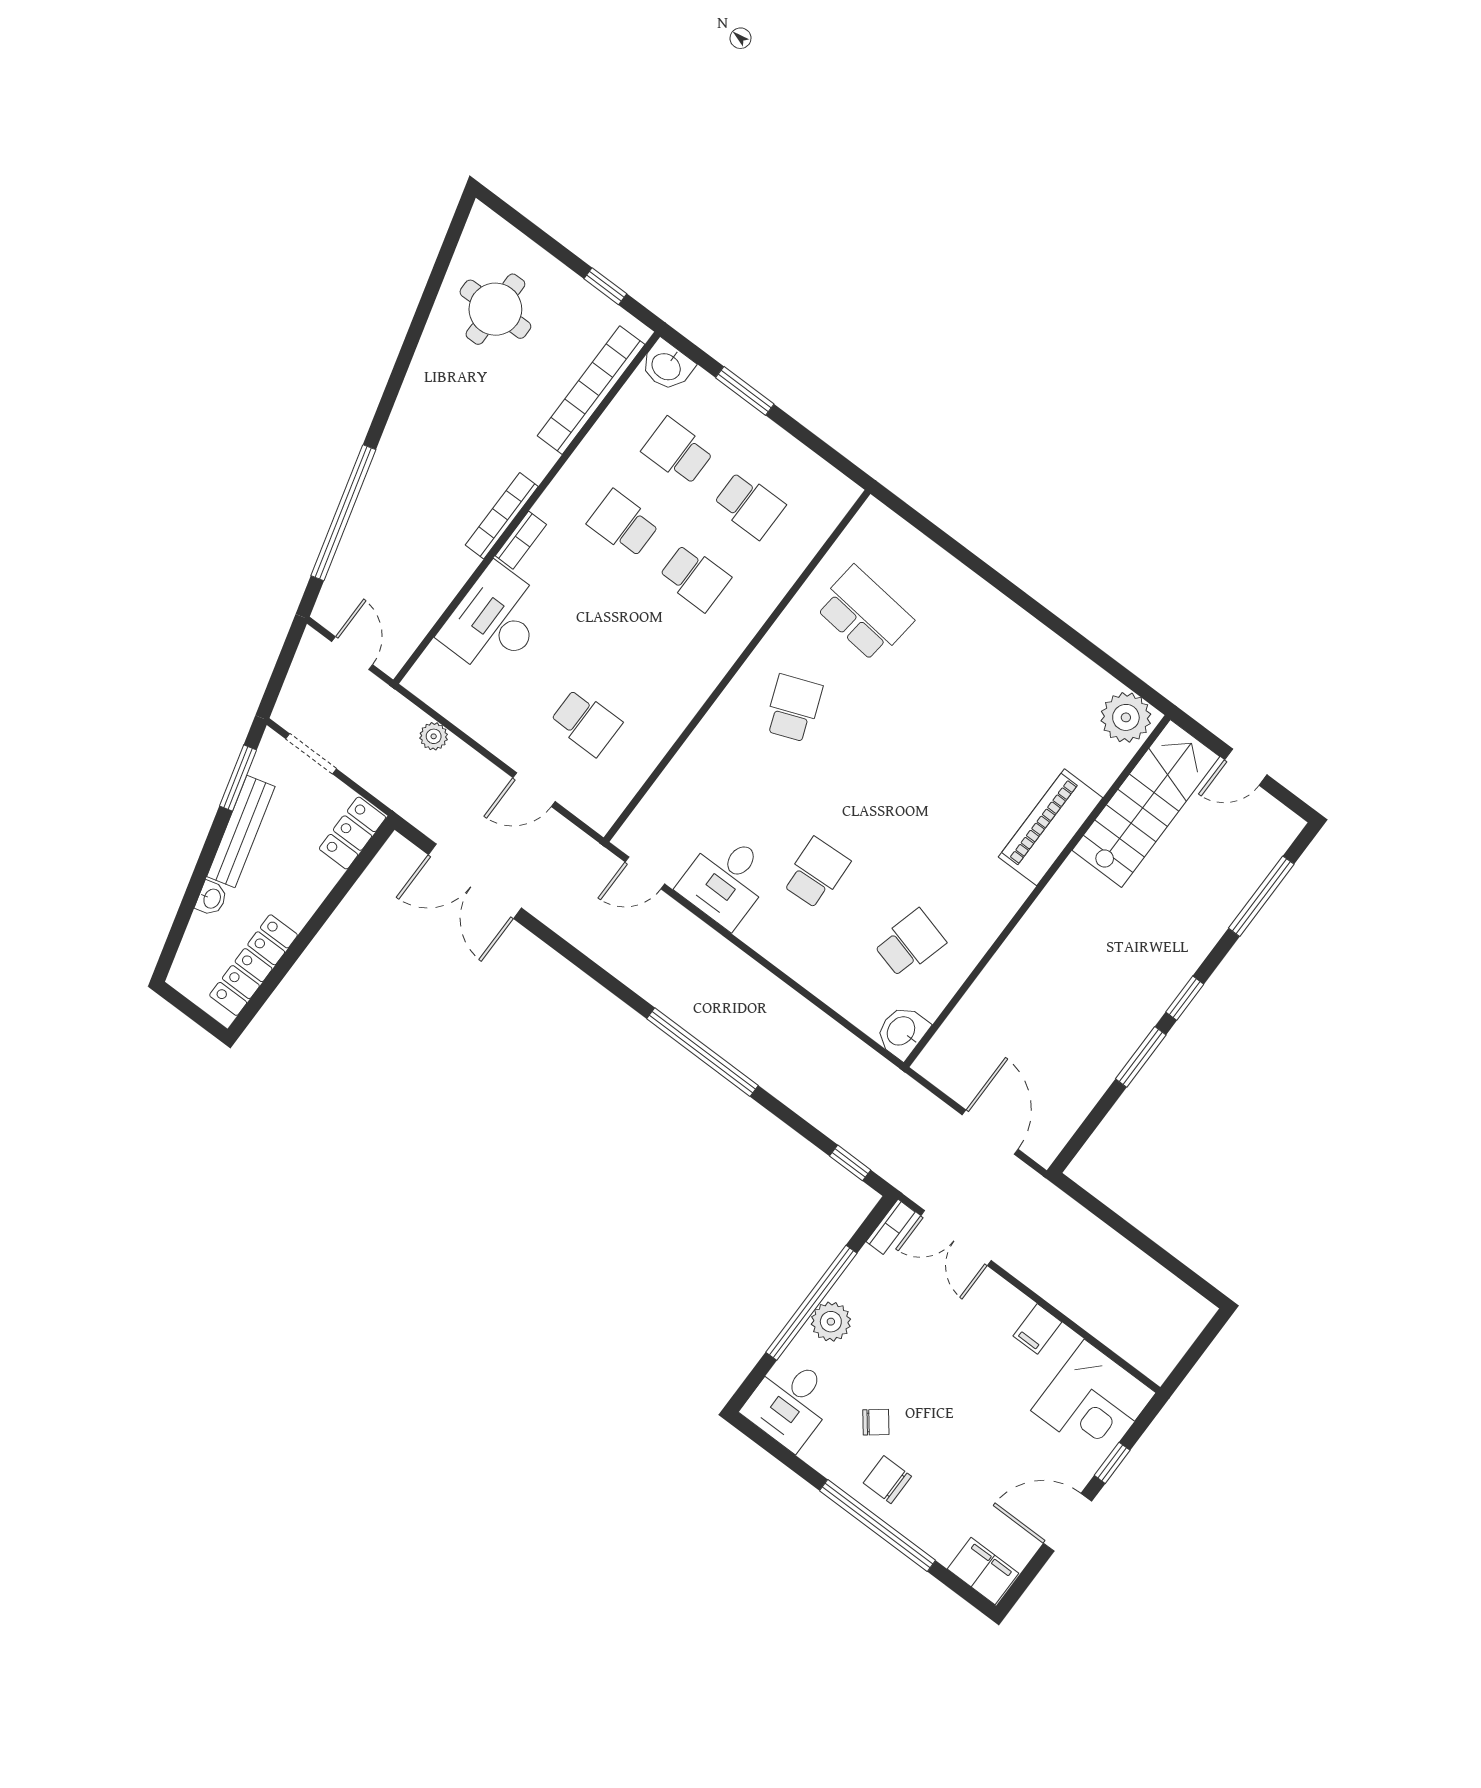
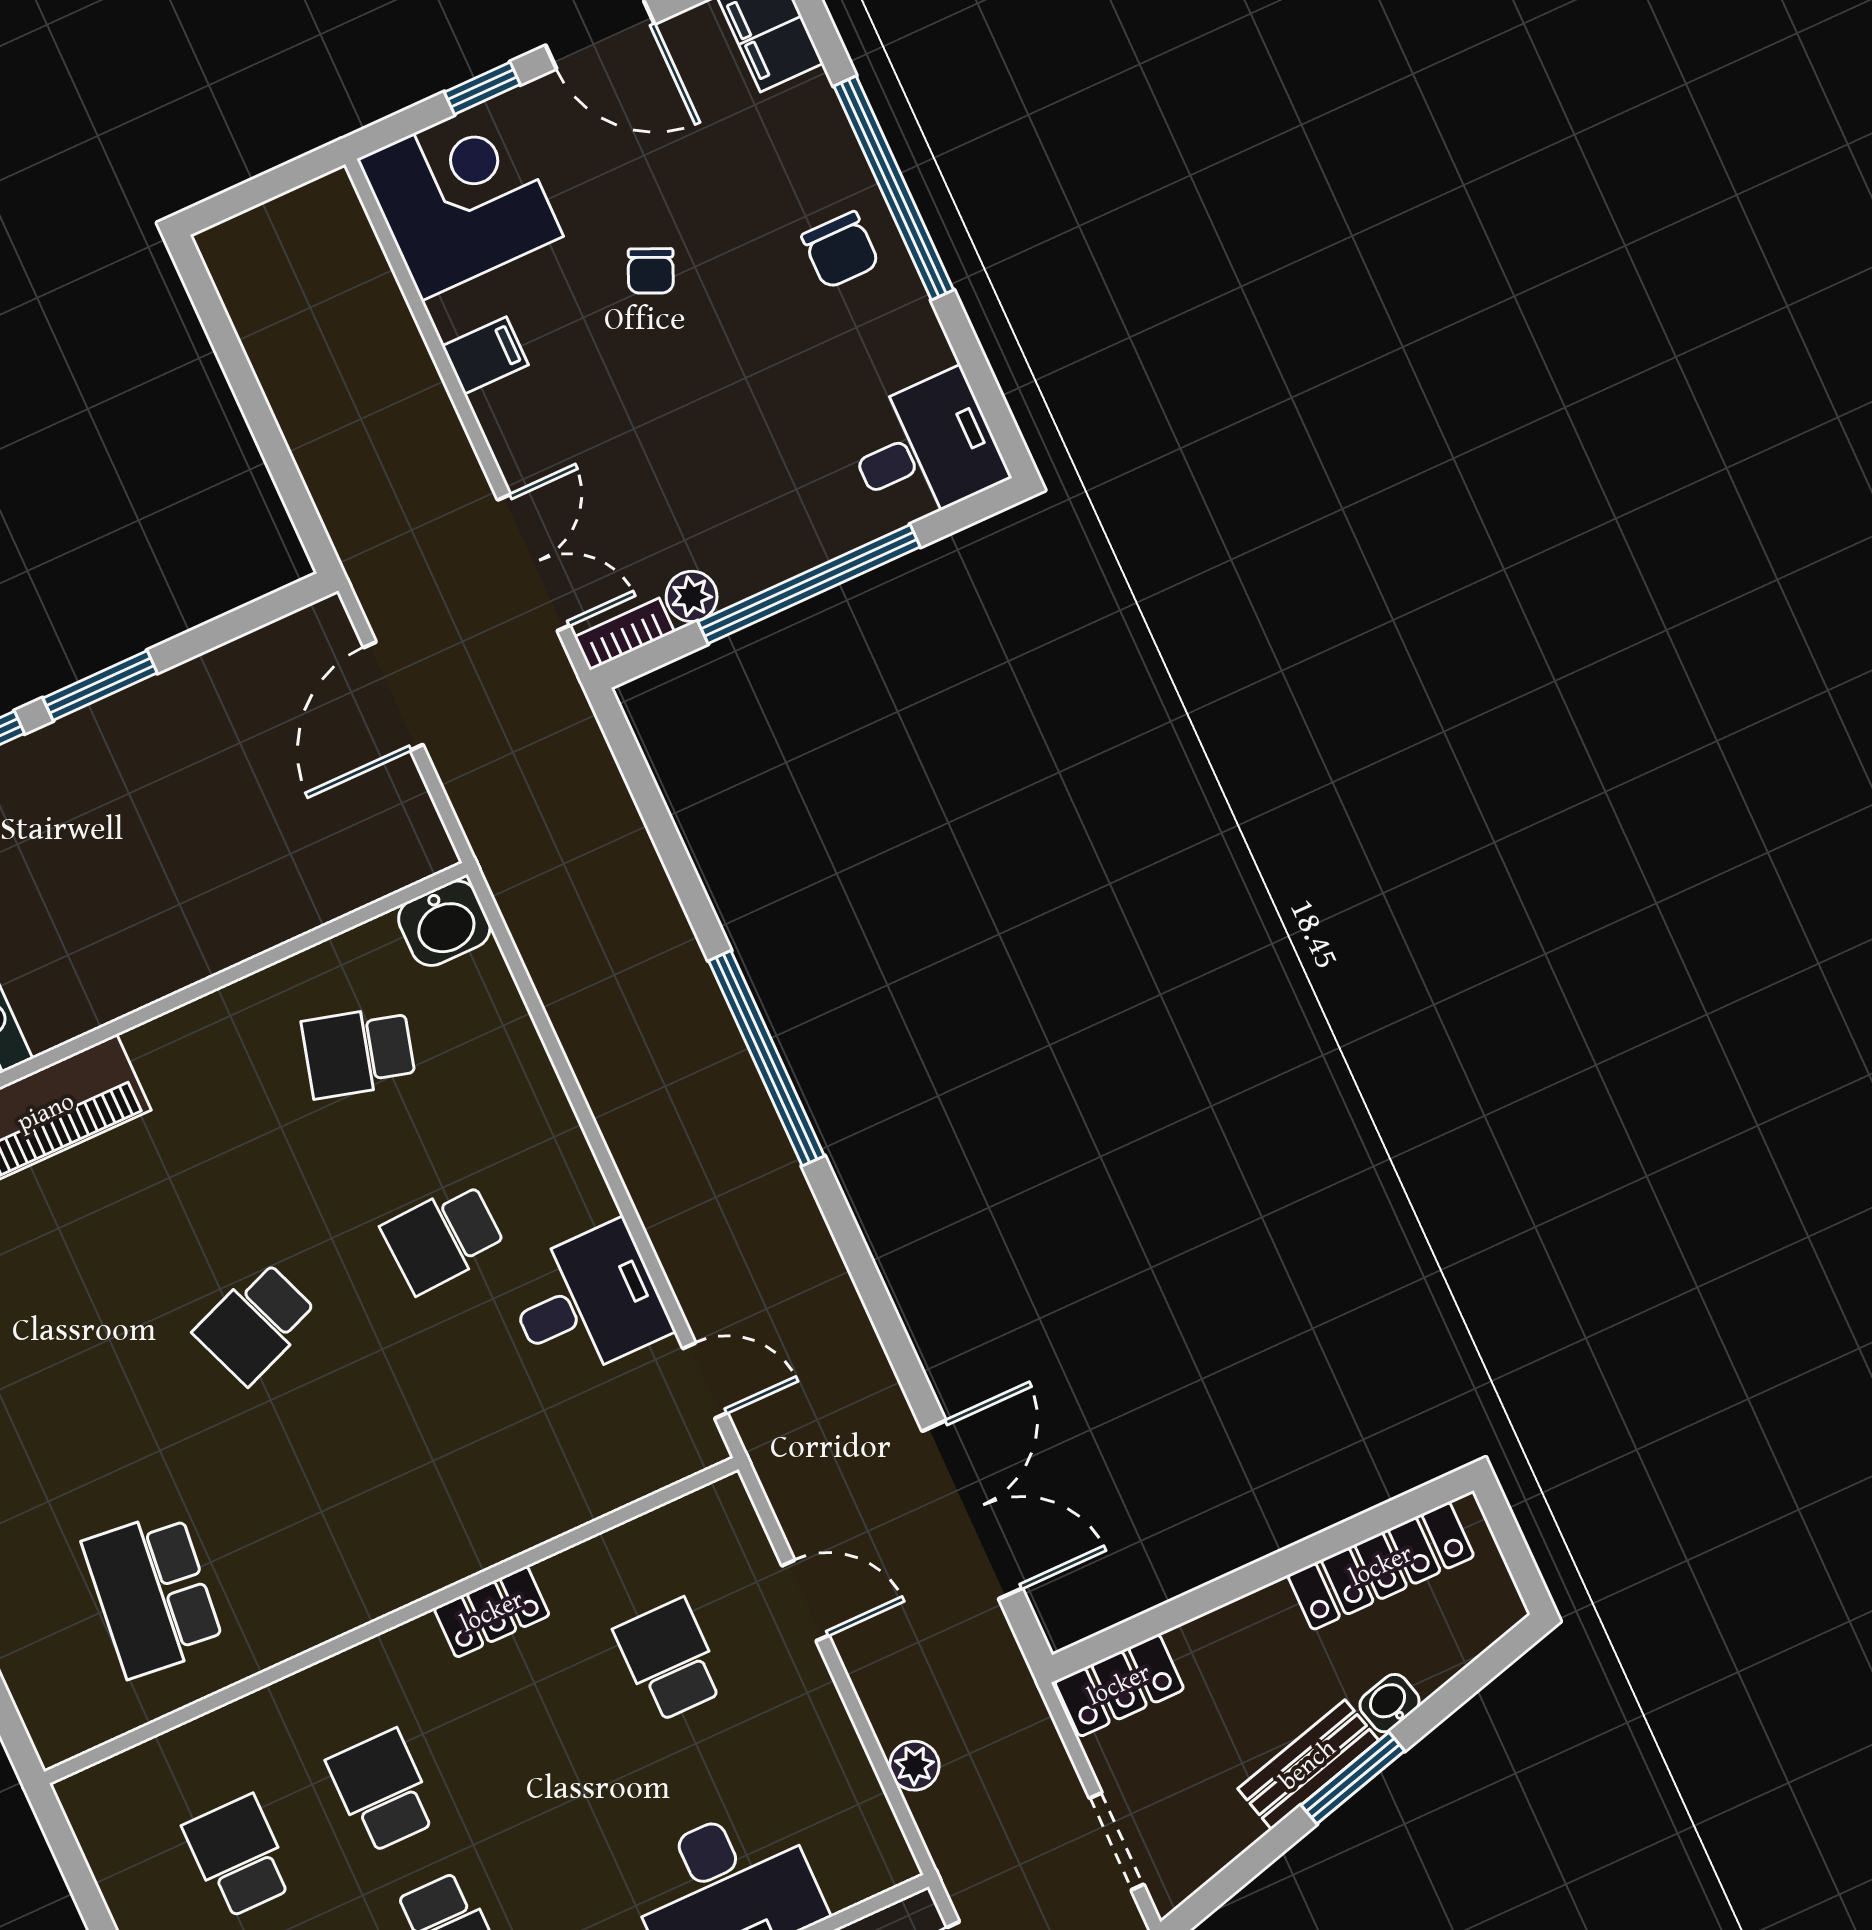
locker: (689, 698) -> (492, 1612), added
school desk: (793, 708) -> (256, 1323), moved
window: (238, 778) -> (1353, 1778), moved
bench: (241, 832) -> (1308, 1765), width x0.73
window: (850, 1163) -> (633, 766), removed
plant: (831, 1322) -> (692, 596), moved, width x0.73, depth x0.73
chair: (876, 1422) -> (651, 271), moved, turned -118

